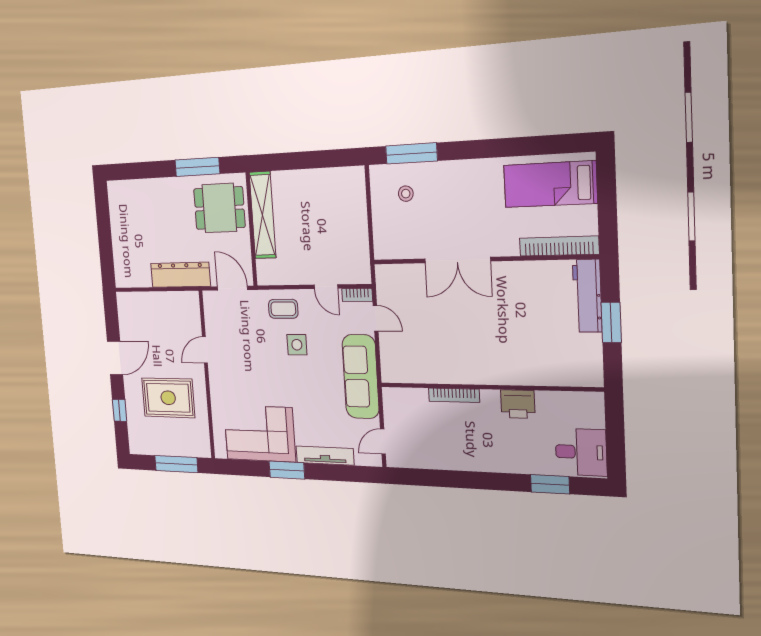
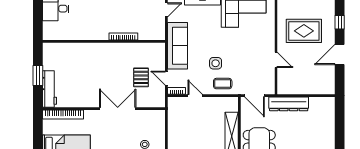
pallet: (419, 319) -> (141, 77), added
door: (205, 350) -> (276, 60), hinge flipped
printer: (518, 404) -> (88, 33), removed

